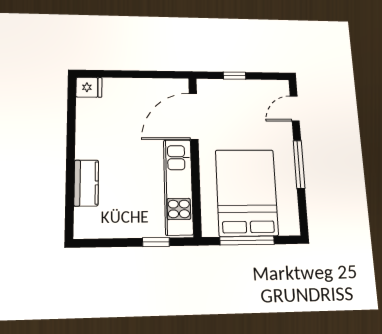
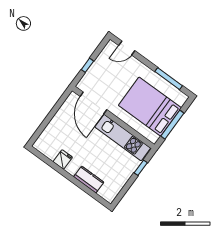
fridge: (89, 87) -> (63, 160), moved
door: (295, 108) -> (127, 48), hinge flipped
window: (299, 164) -> (169, 79), moved

